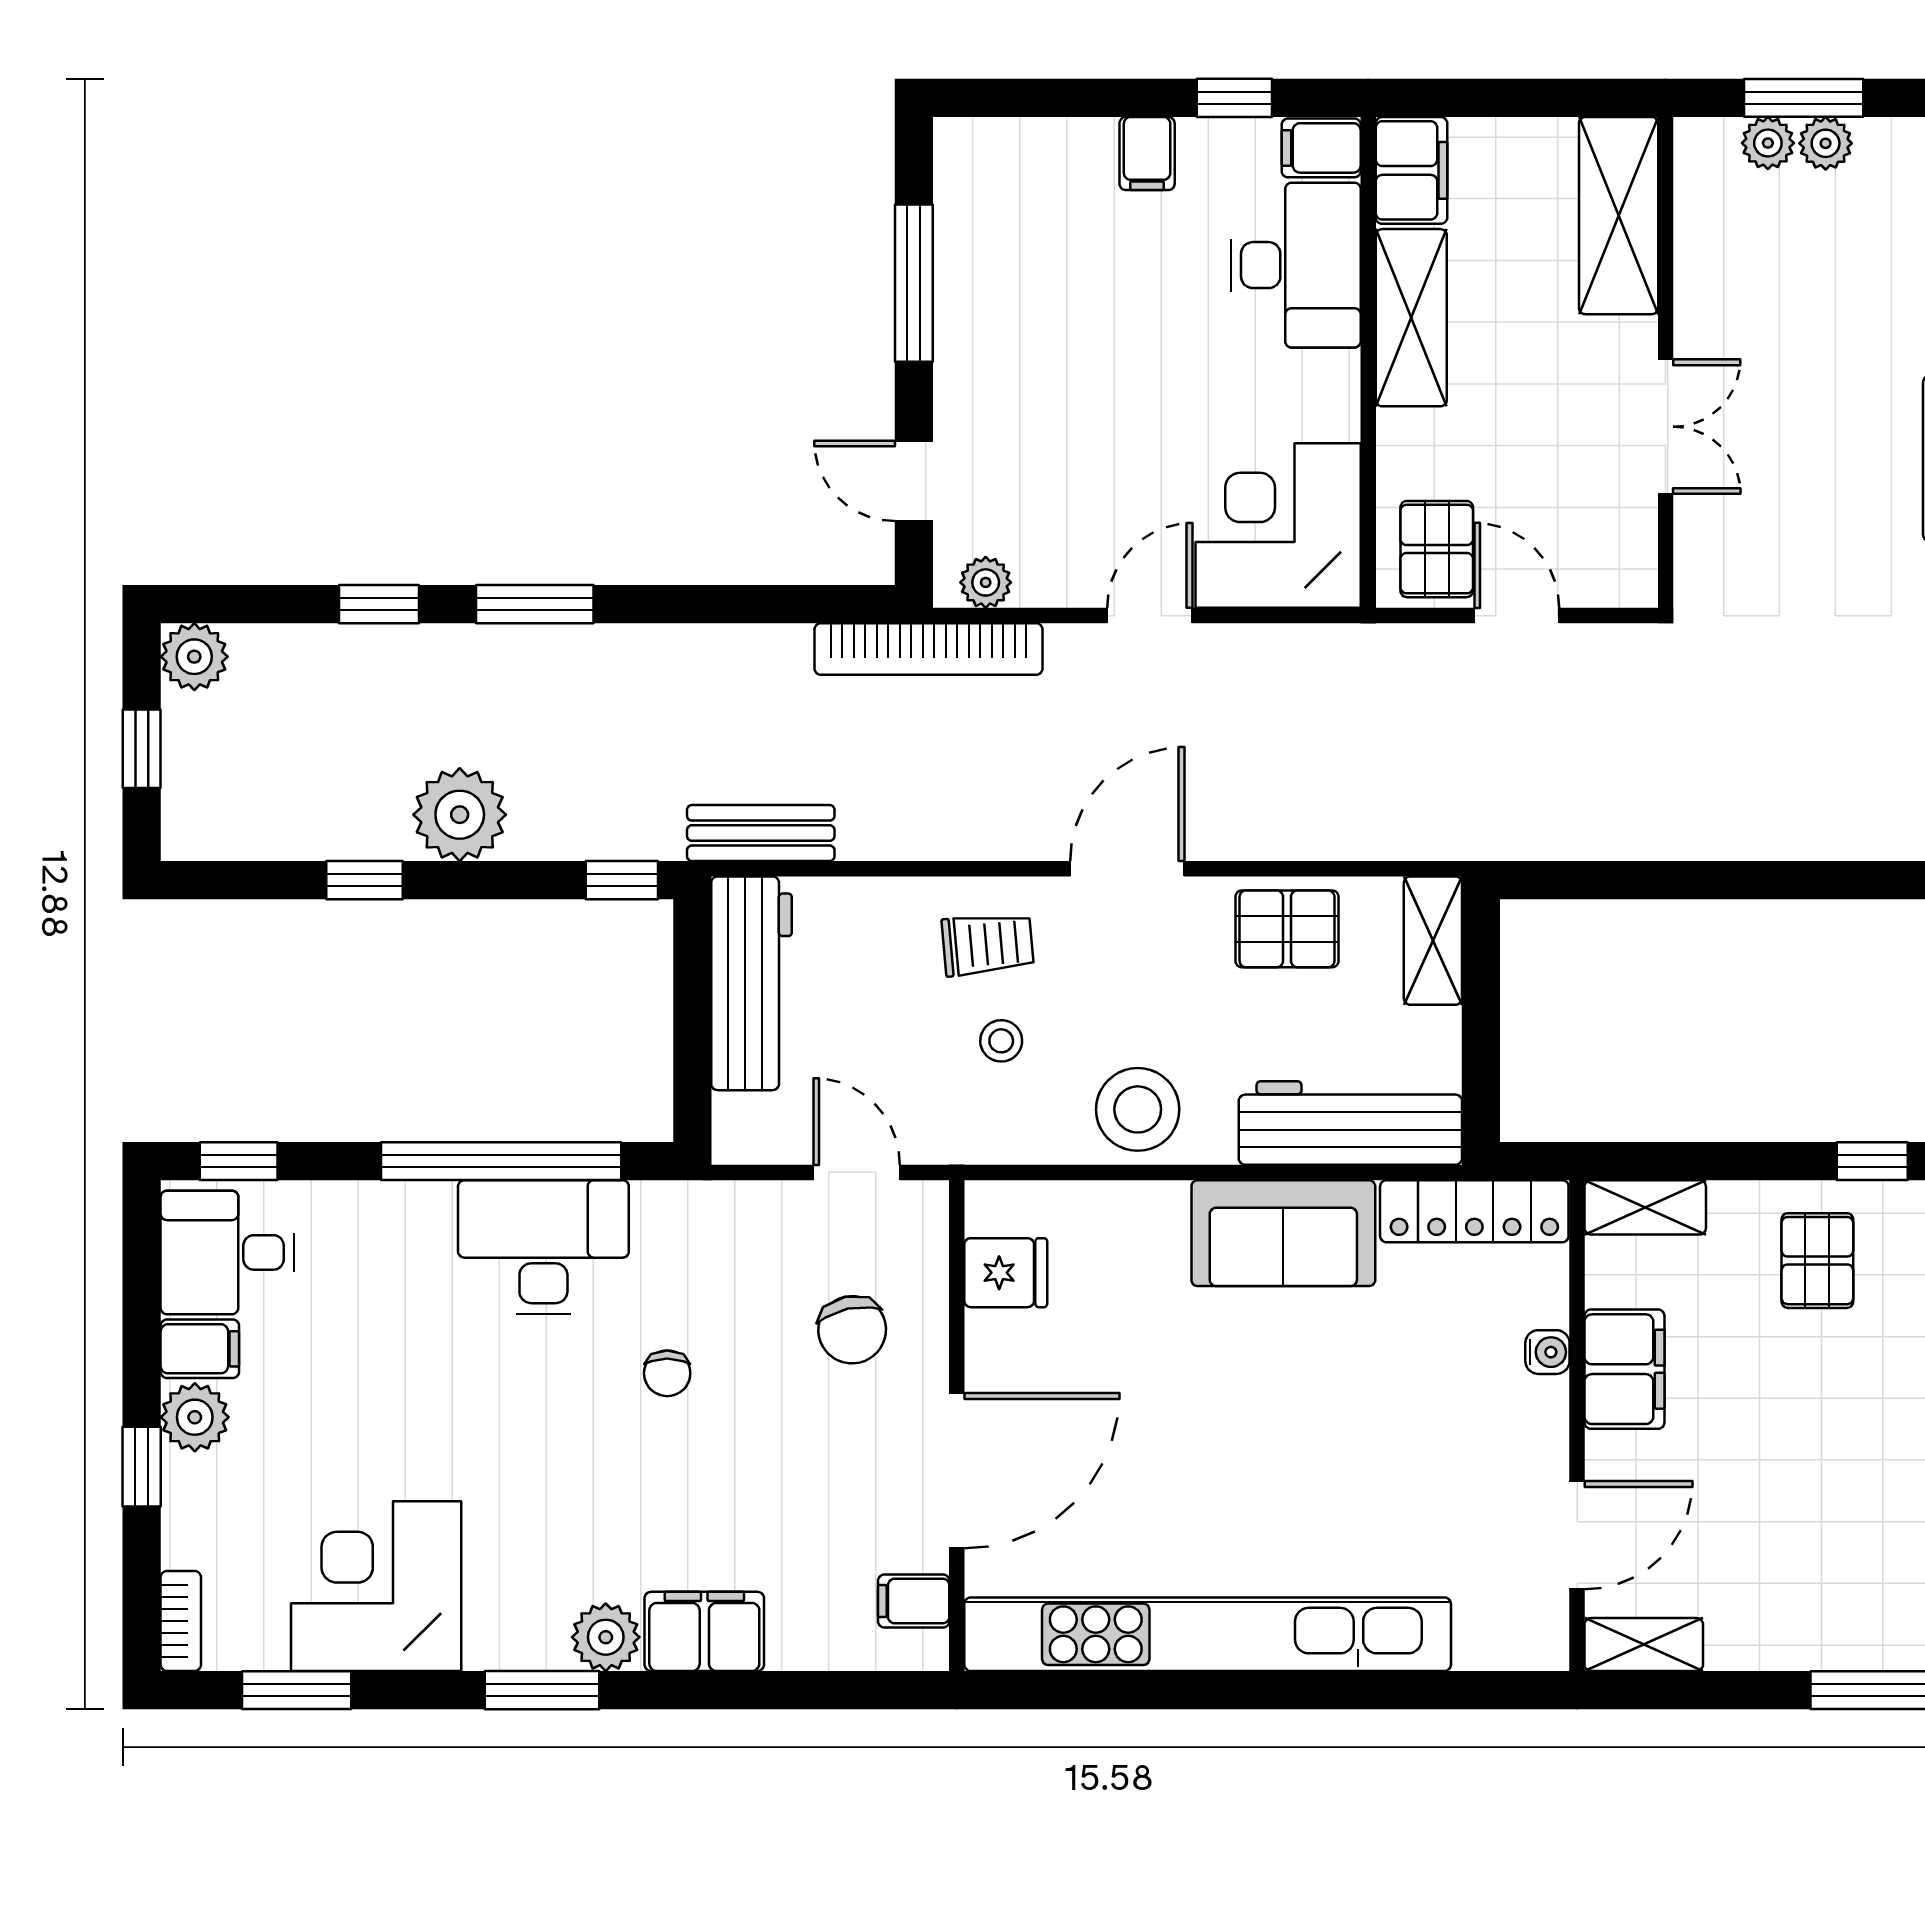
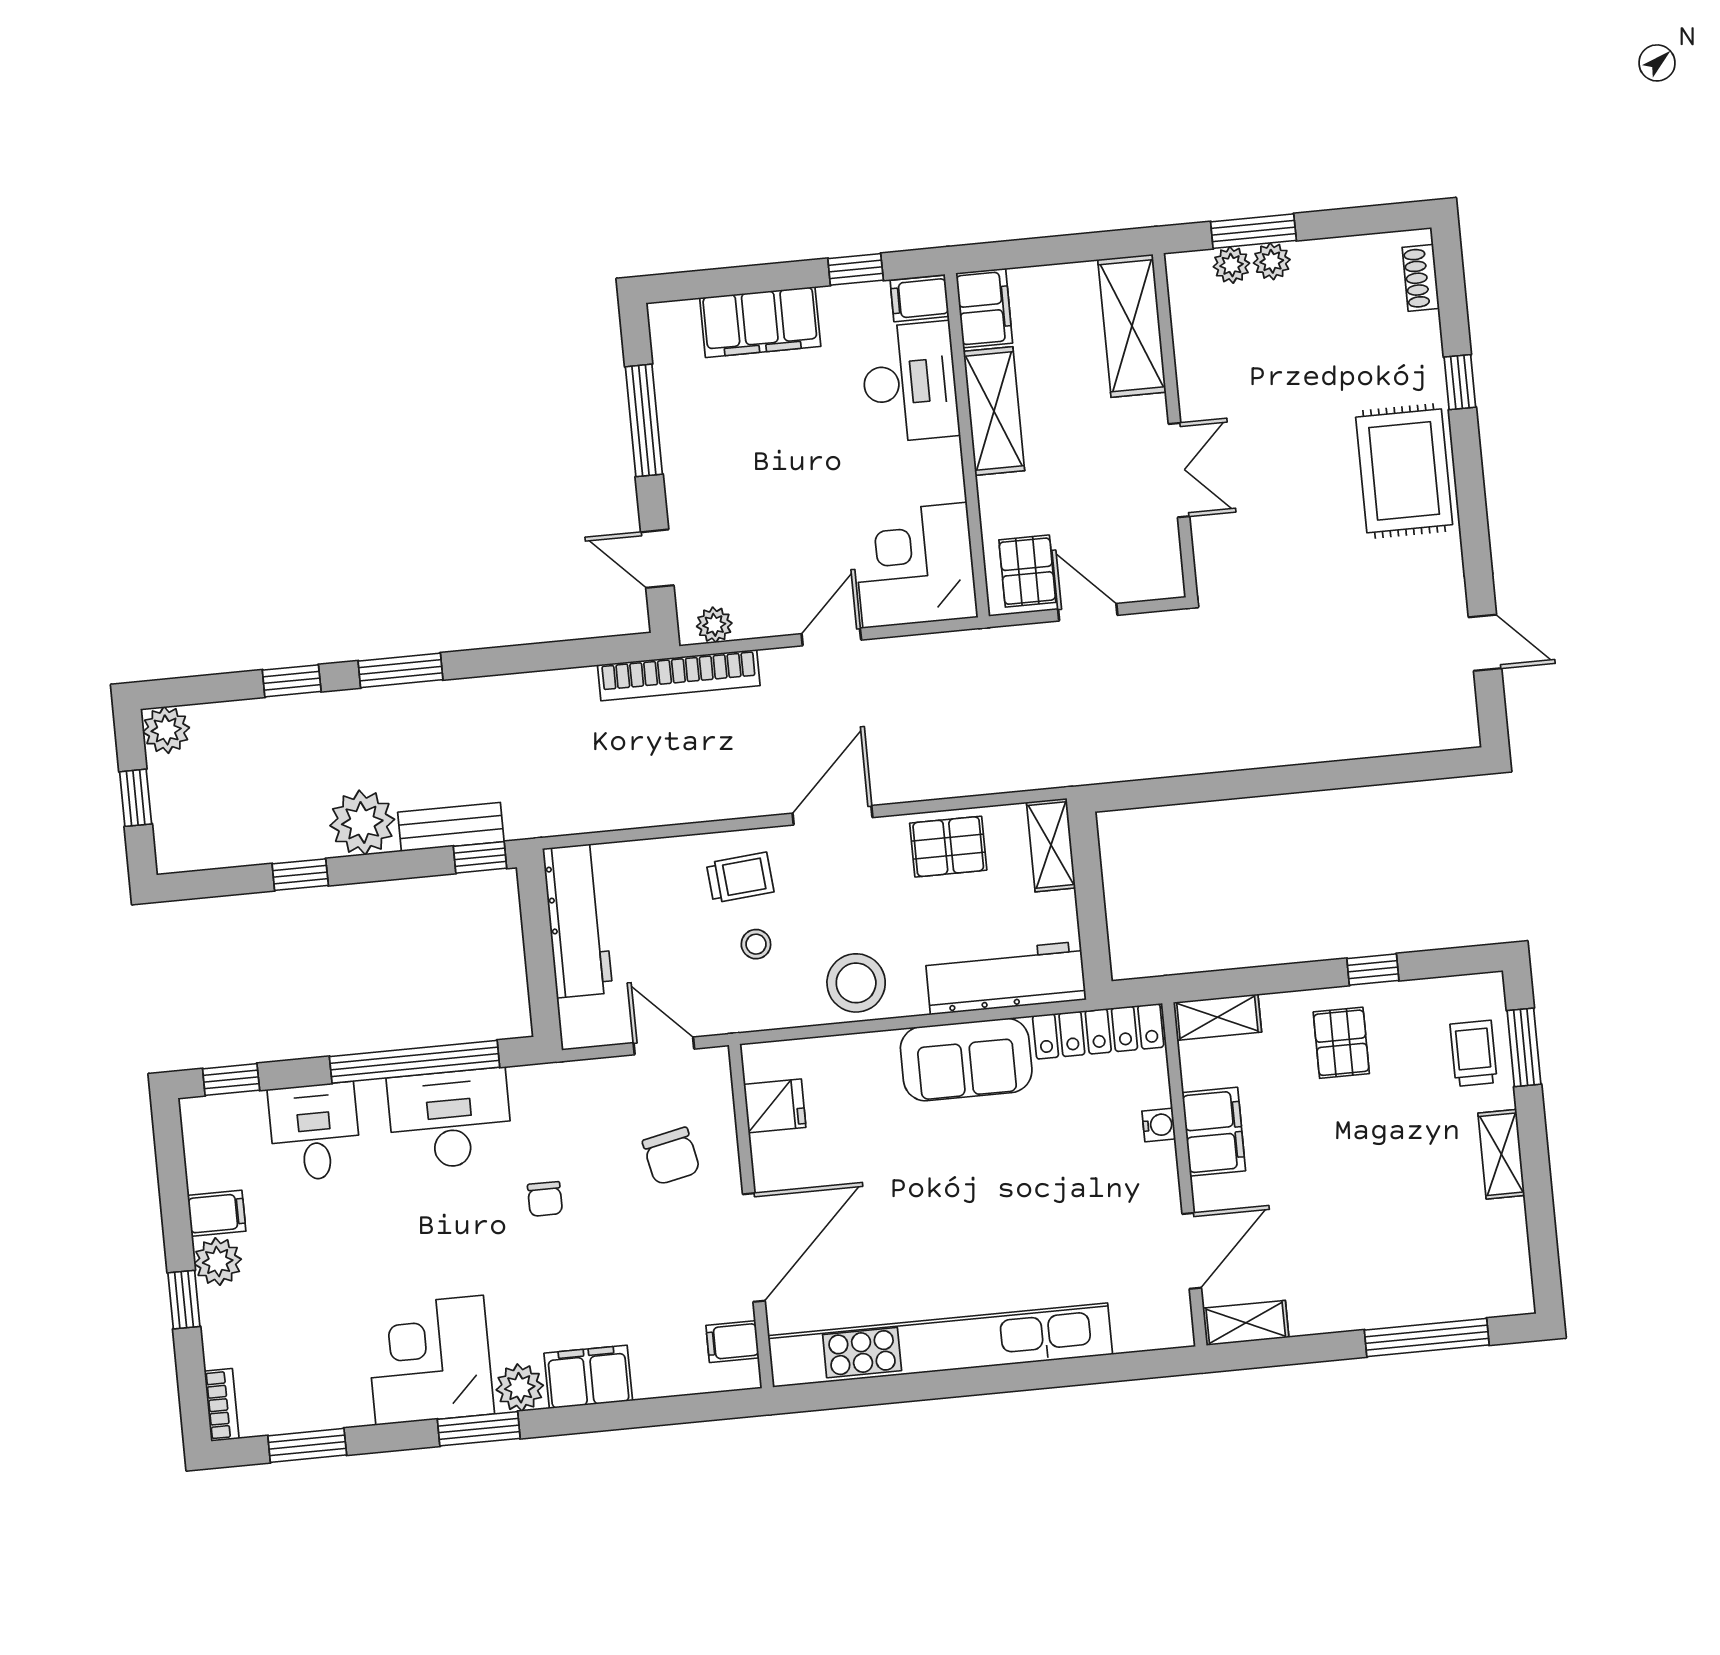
filing cabinet: (1147, 154) -> (760, 322), width x3.00, depth x1.17
bench: (761, 833) -> (451, 827), moved
desk: (227, 1252) -> (315, 1132), moved, turned 90
corner desk: (376, 1586) -> (430, 1360), moved

